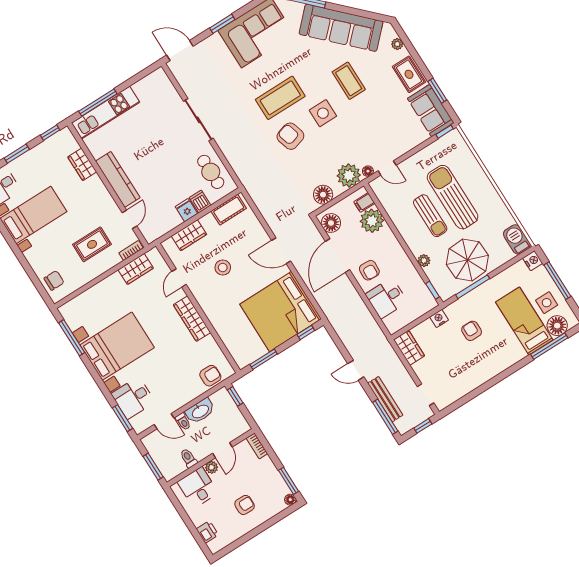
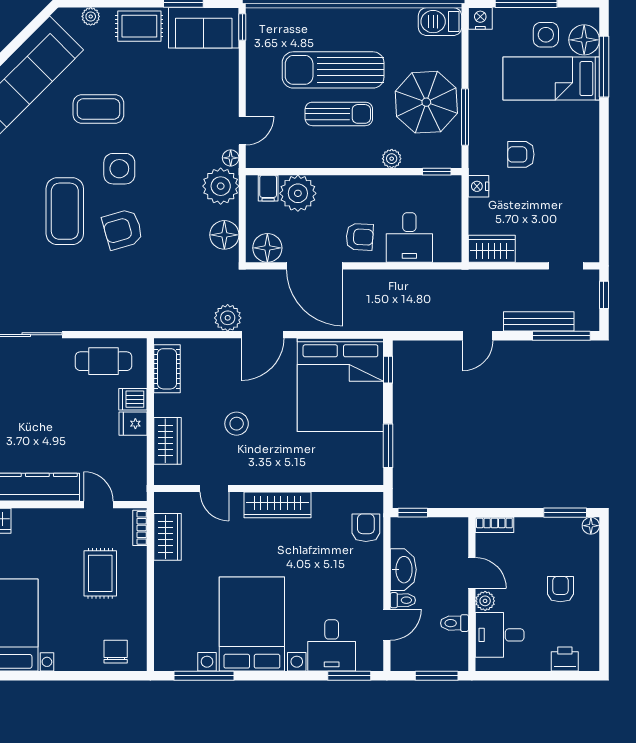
plant: (278, 226) -> (228, 318), added

